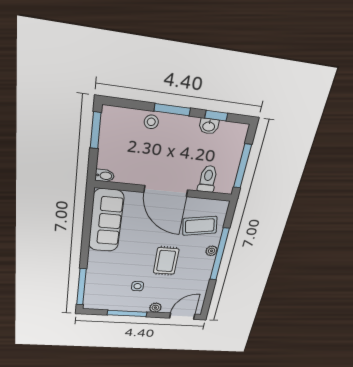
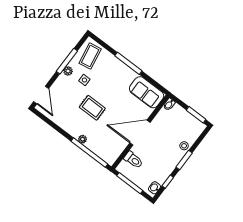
washbasin: (209, 126) -> (155, 188), moved
sofa: (106, 221) -> (147, 92), width x0.73
coffee table: (200, 226) -> (90, 56), moved
window: (219, 254) -> (89, 153), moved
window: (81, 287) -> (128, 63), moved
plant: (155, 308) -> (68, 71), moved

